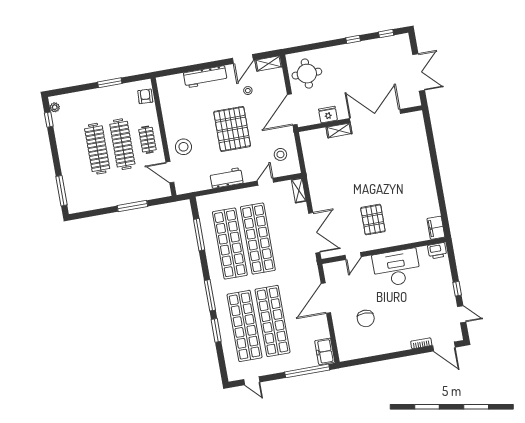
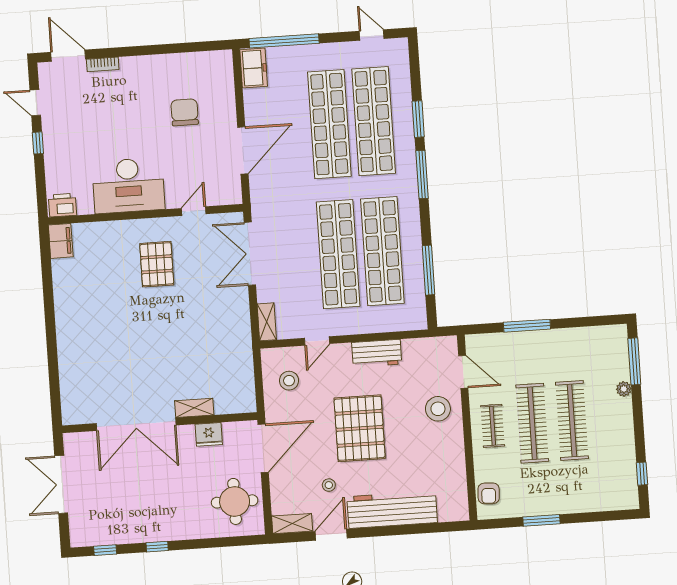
workbench: (205, 77) -> (392, 510), width x1.36, depth x1.32
plant: (55, 107) -> (624, 389), moved

